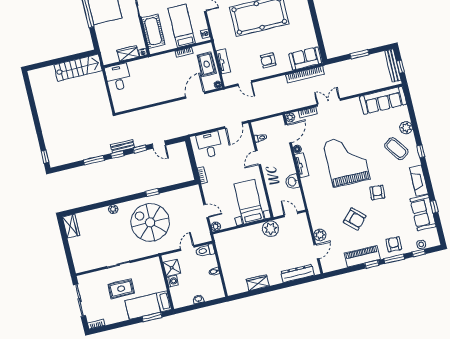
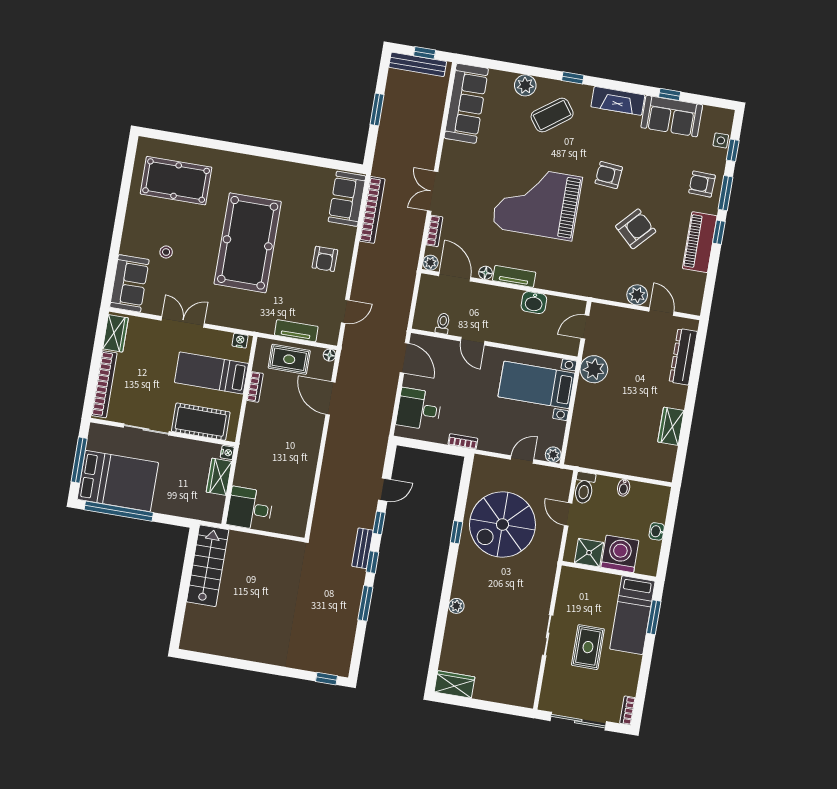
spiral stairs: (150, 222) -> (502, 524), moved
washing machine: (173, 281) -> (620, 554), width x1.89, depth x1.89

